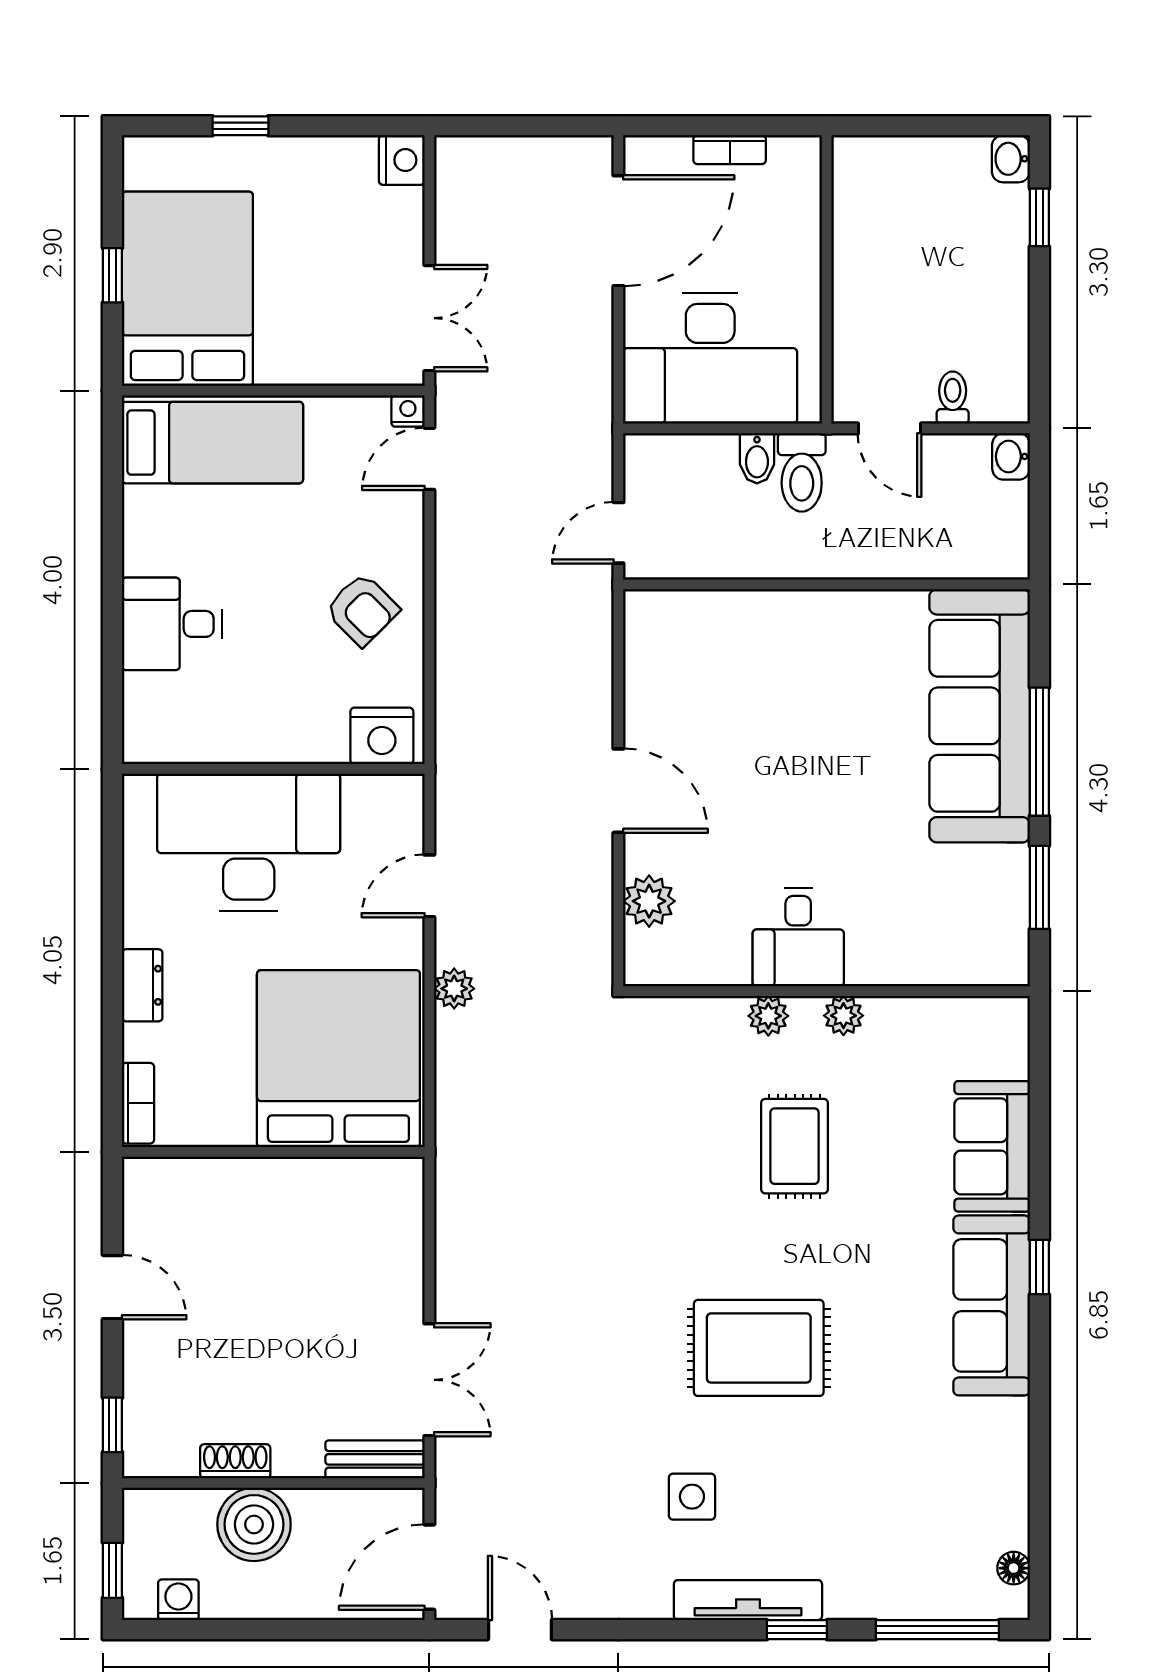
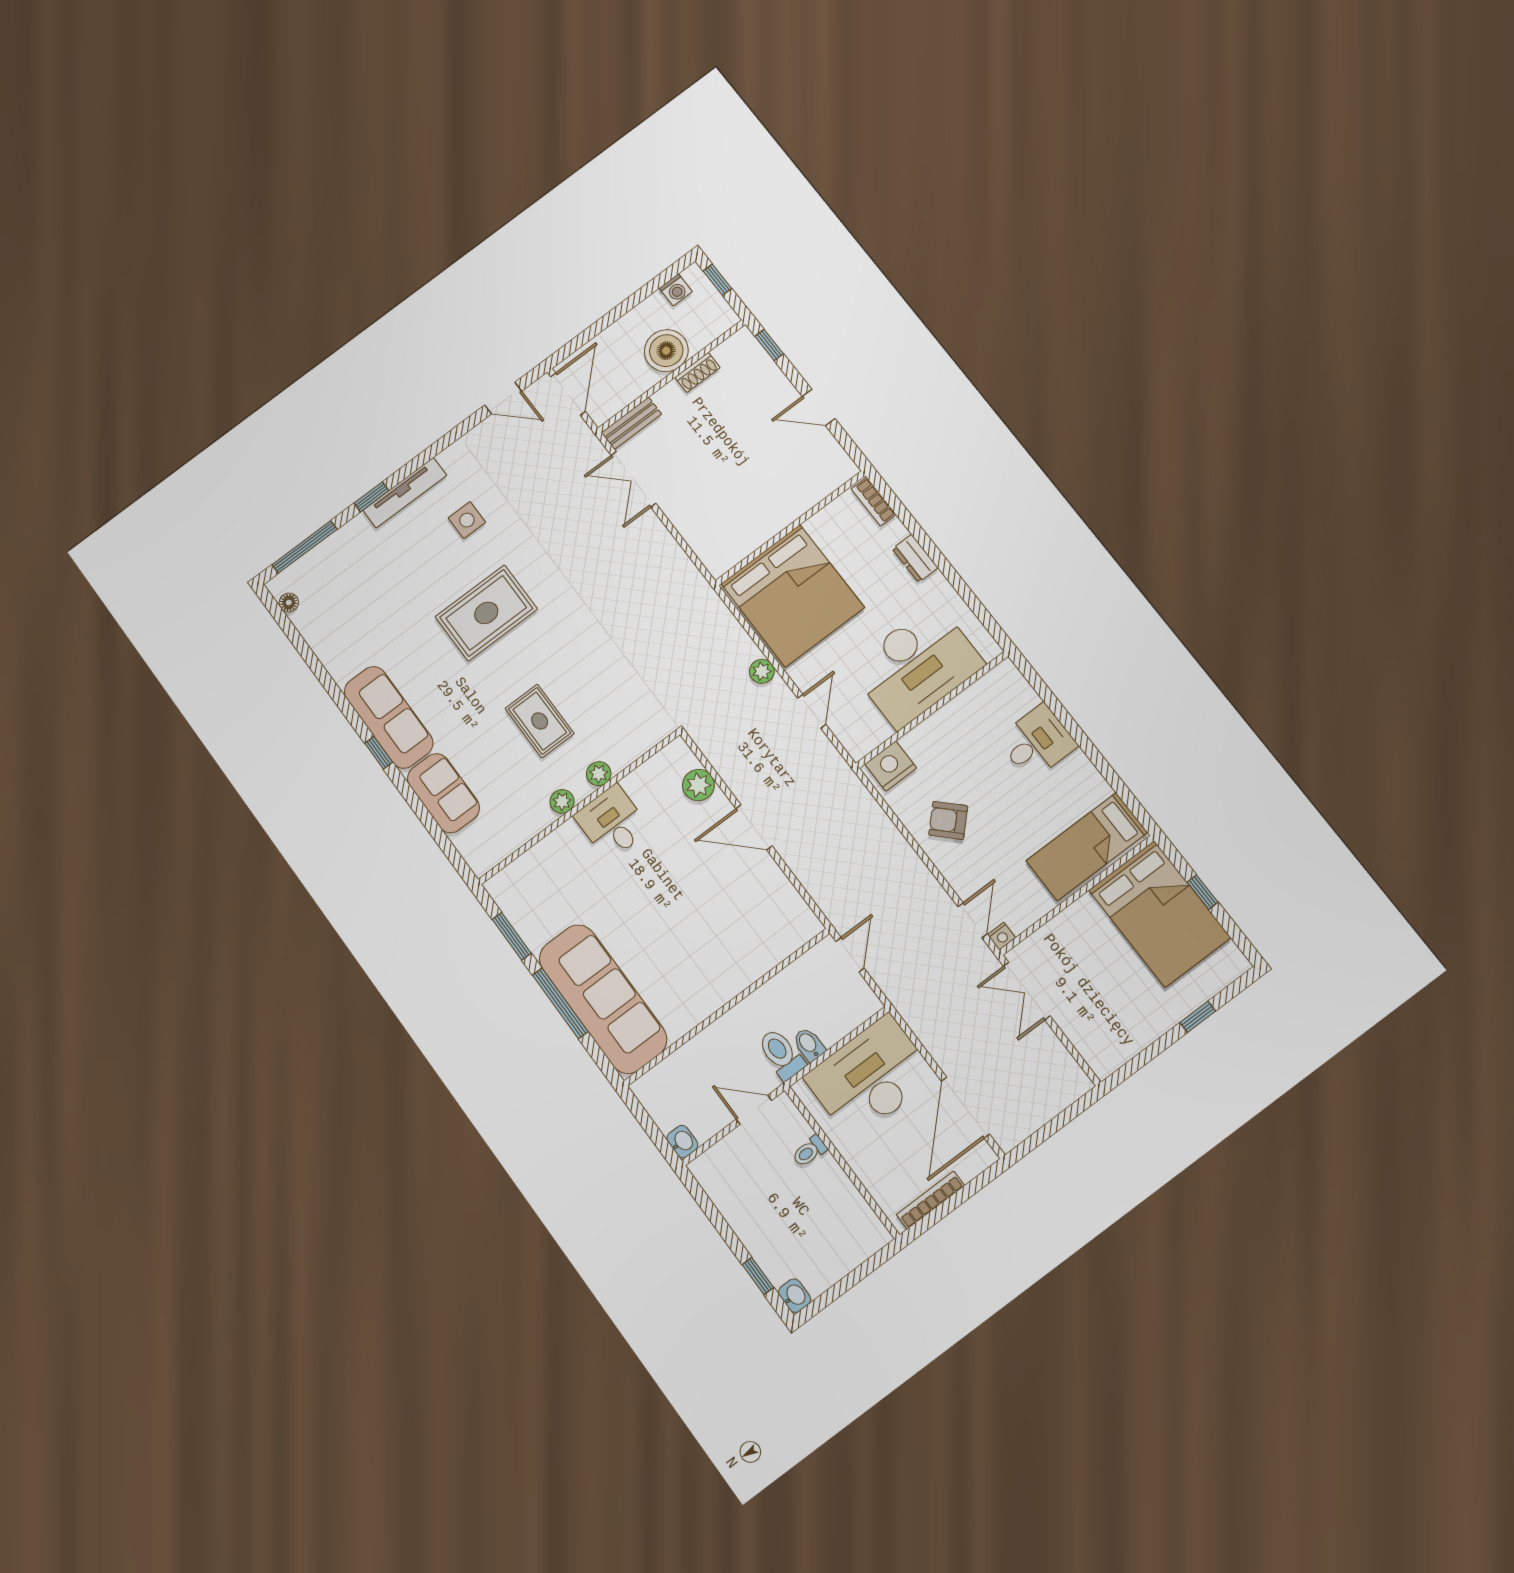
bookcase: (730, 150) -> (930, 1200), width x1.56
nightstand: (402, 160) -> (1103, 1061), removed
toilet: (953, 398) -> (809, 1151), moved, turned 90

